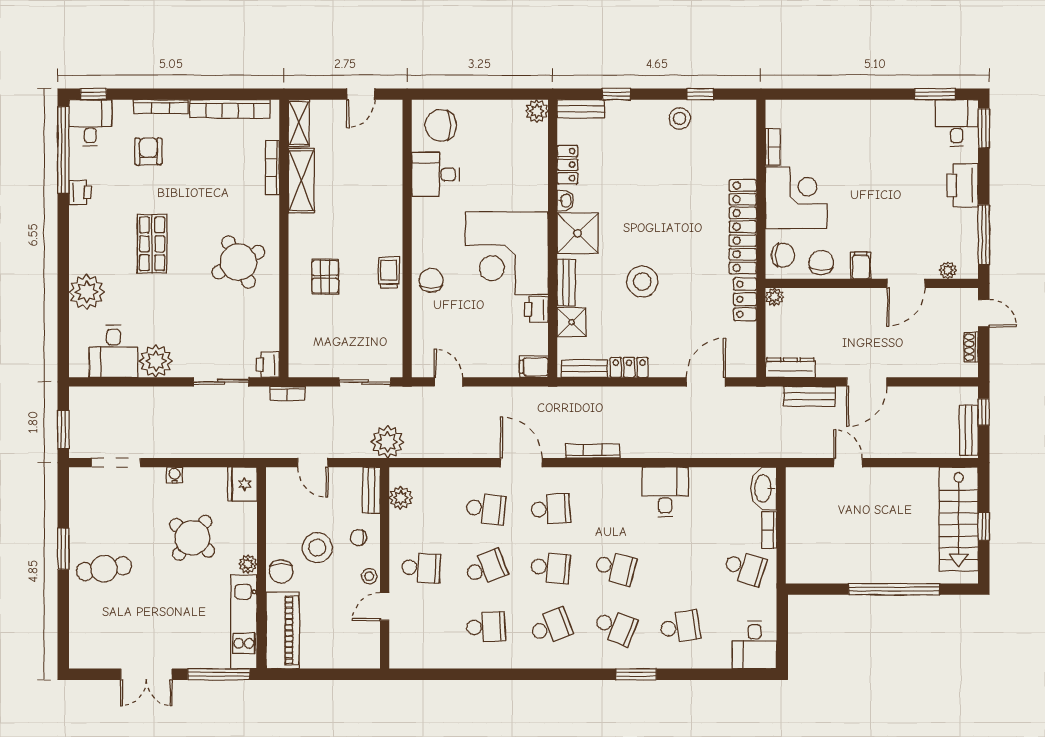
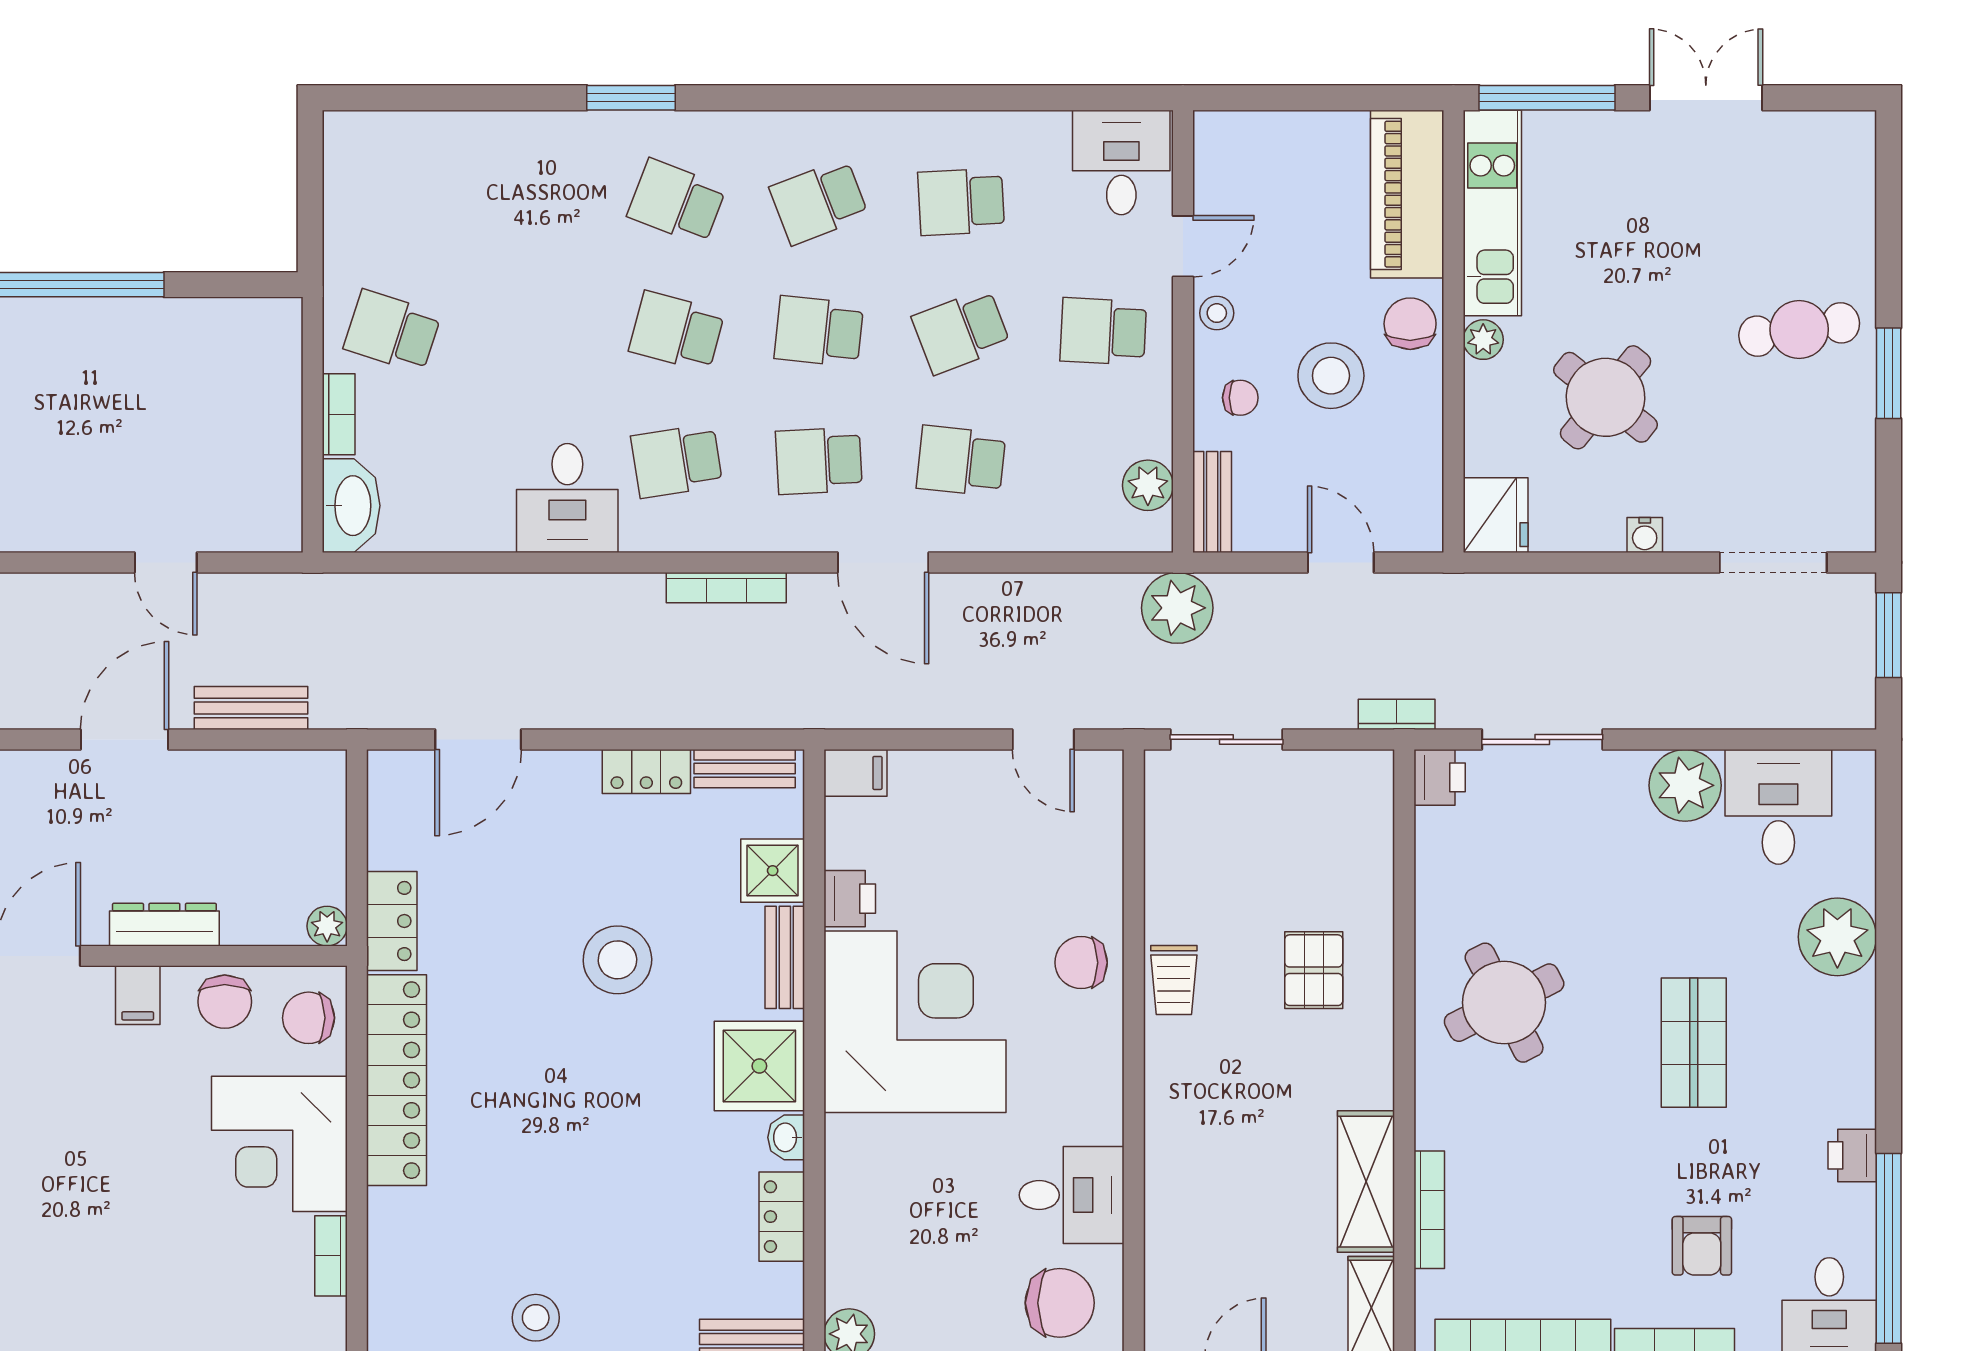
chair: (431, 280) -> (1081, 963), turned 90
dresser: (790, 368) -> (164, 925), moved, turned 180
school desk: (680, 627) -> (677, 461), moved
desk: (755, 645) -> (1121, 162), moved

